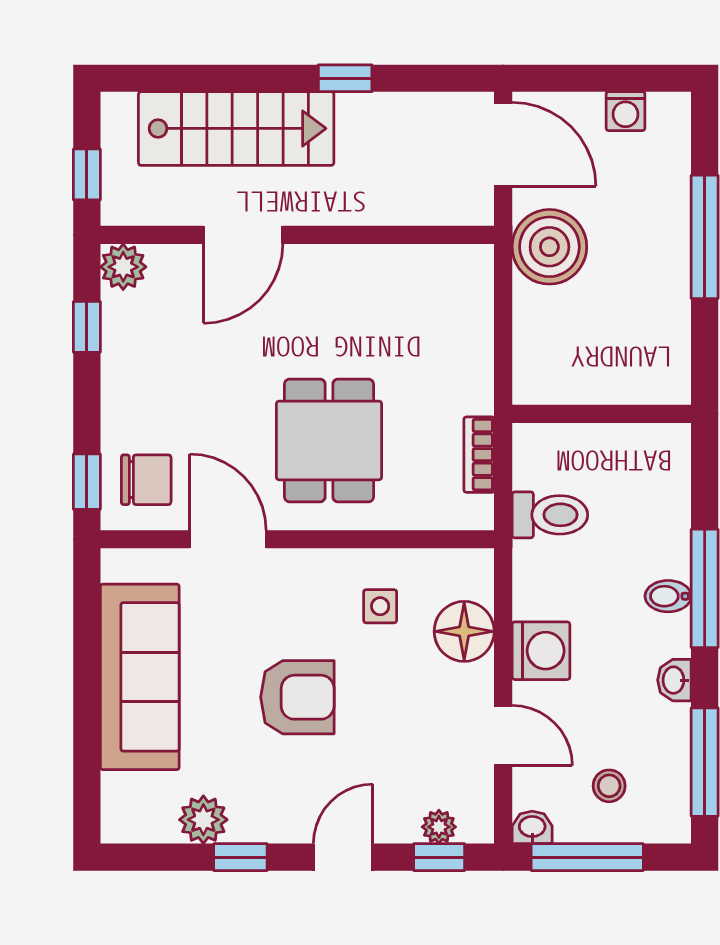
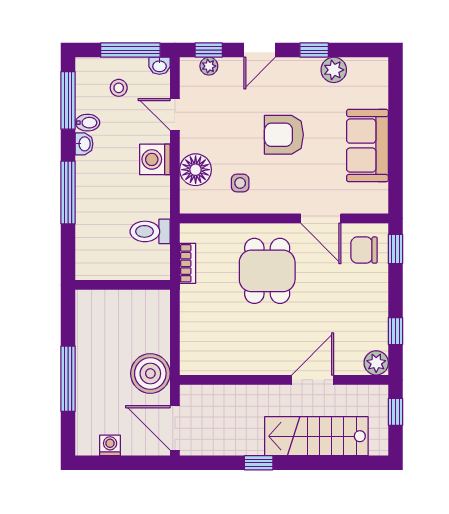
bidet: (668, 596) -> (87, 123), moved
sofa: (140, 677) -> (367, 146), width x0.73

